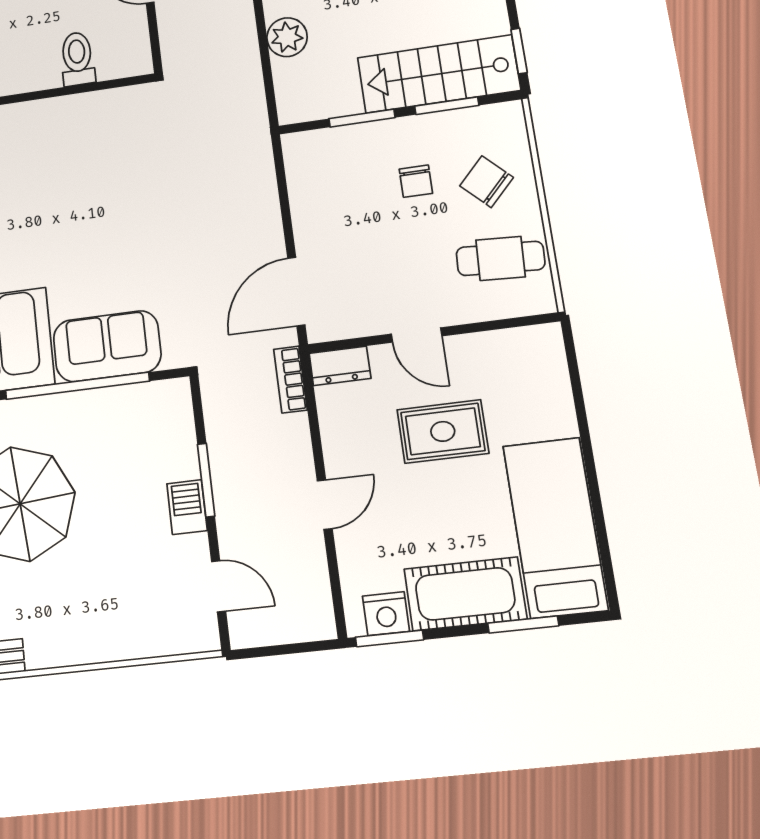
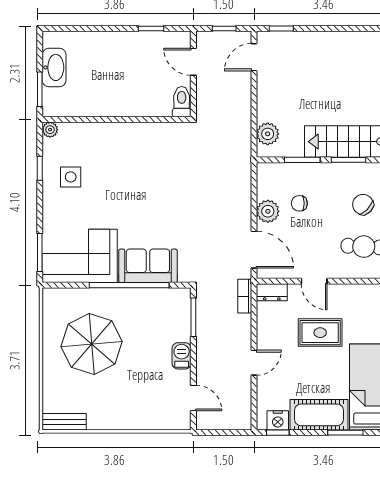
plant: (287, 37) -> (268, 134), moved
toilet: (77, 59) -> (182, 102), moved
chair: (416, 181) -> (299, 203), moved, turned 90
plant: (312, 218) -> (268, 211), added
door: (296, 291) -> (254, 250), swing flipped
window: (206, 480) -> (193, 317), moved
window: (389, 638) -> (278, 433), width x0.67

